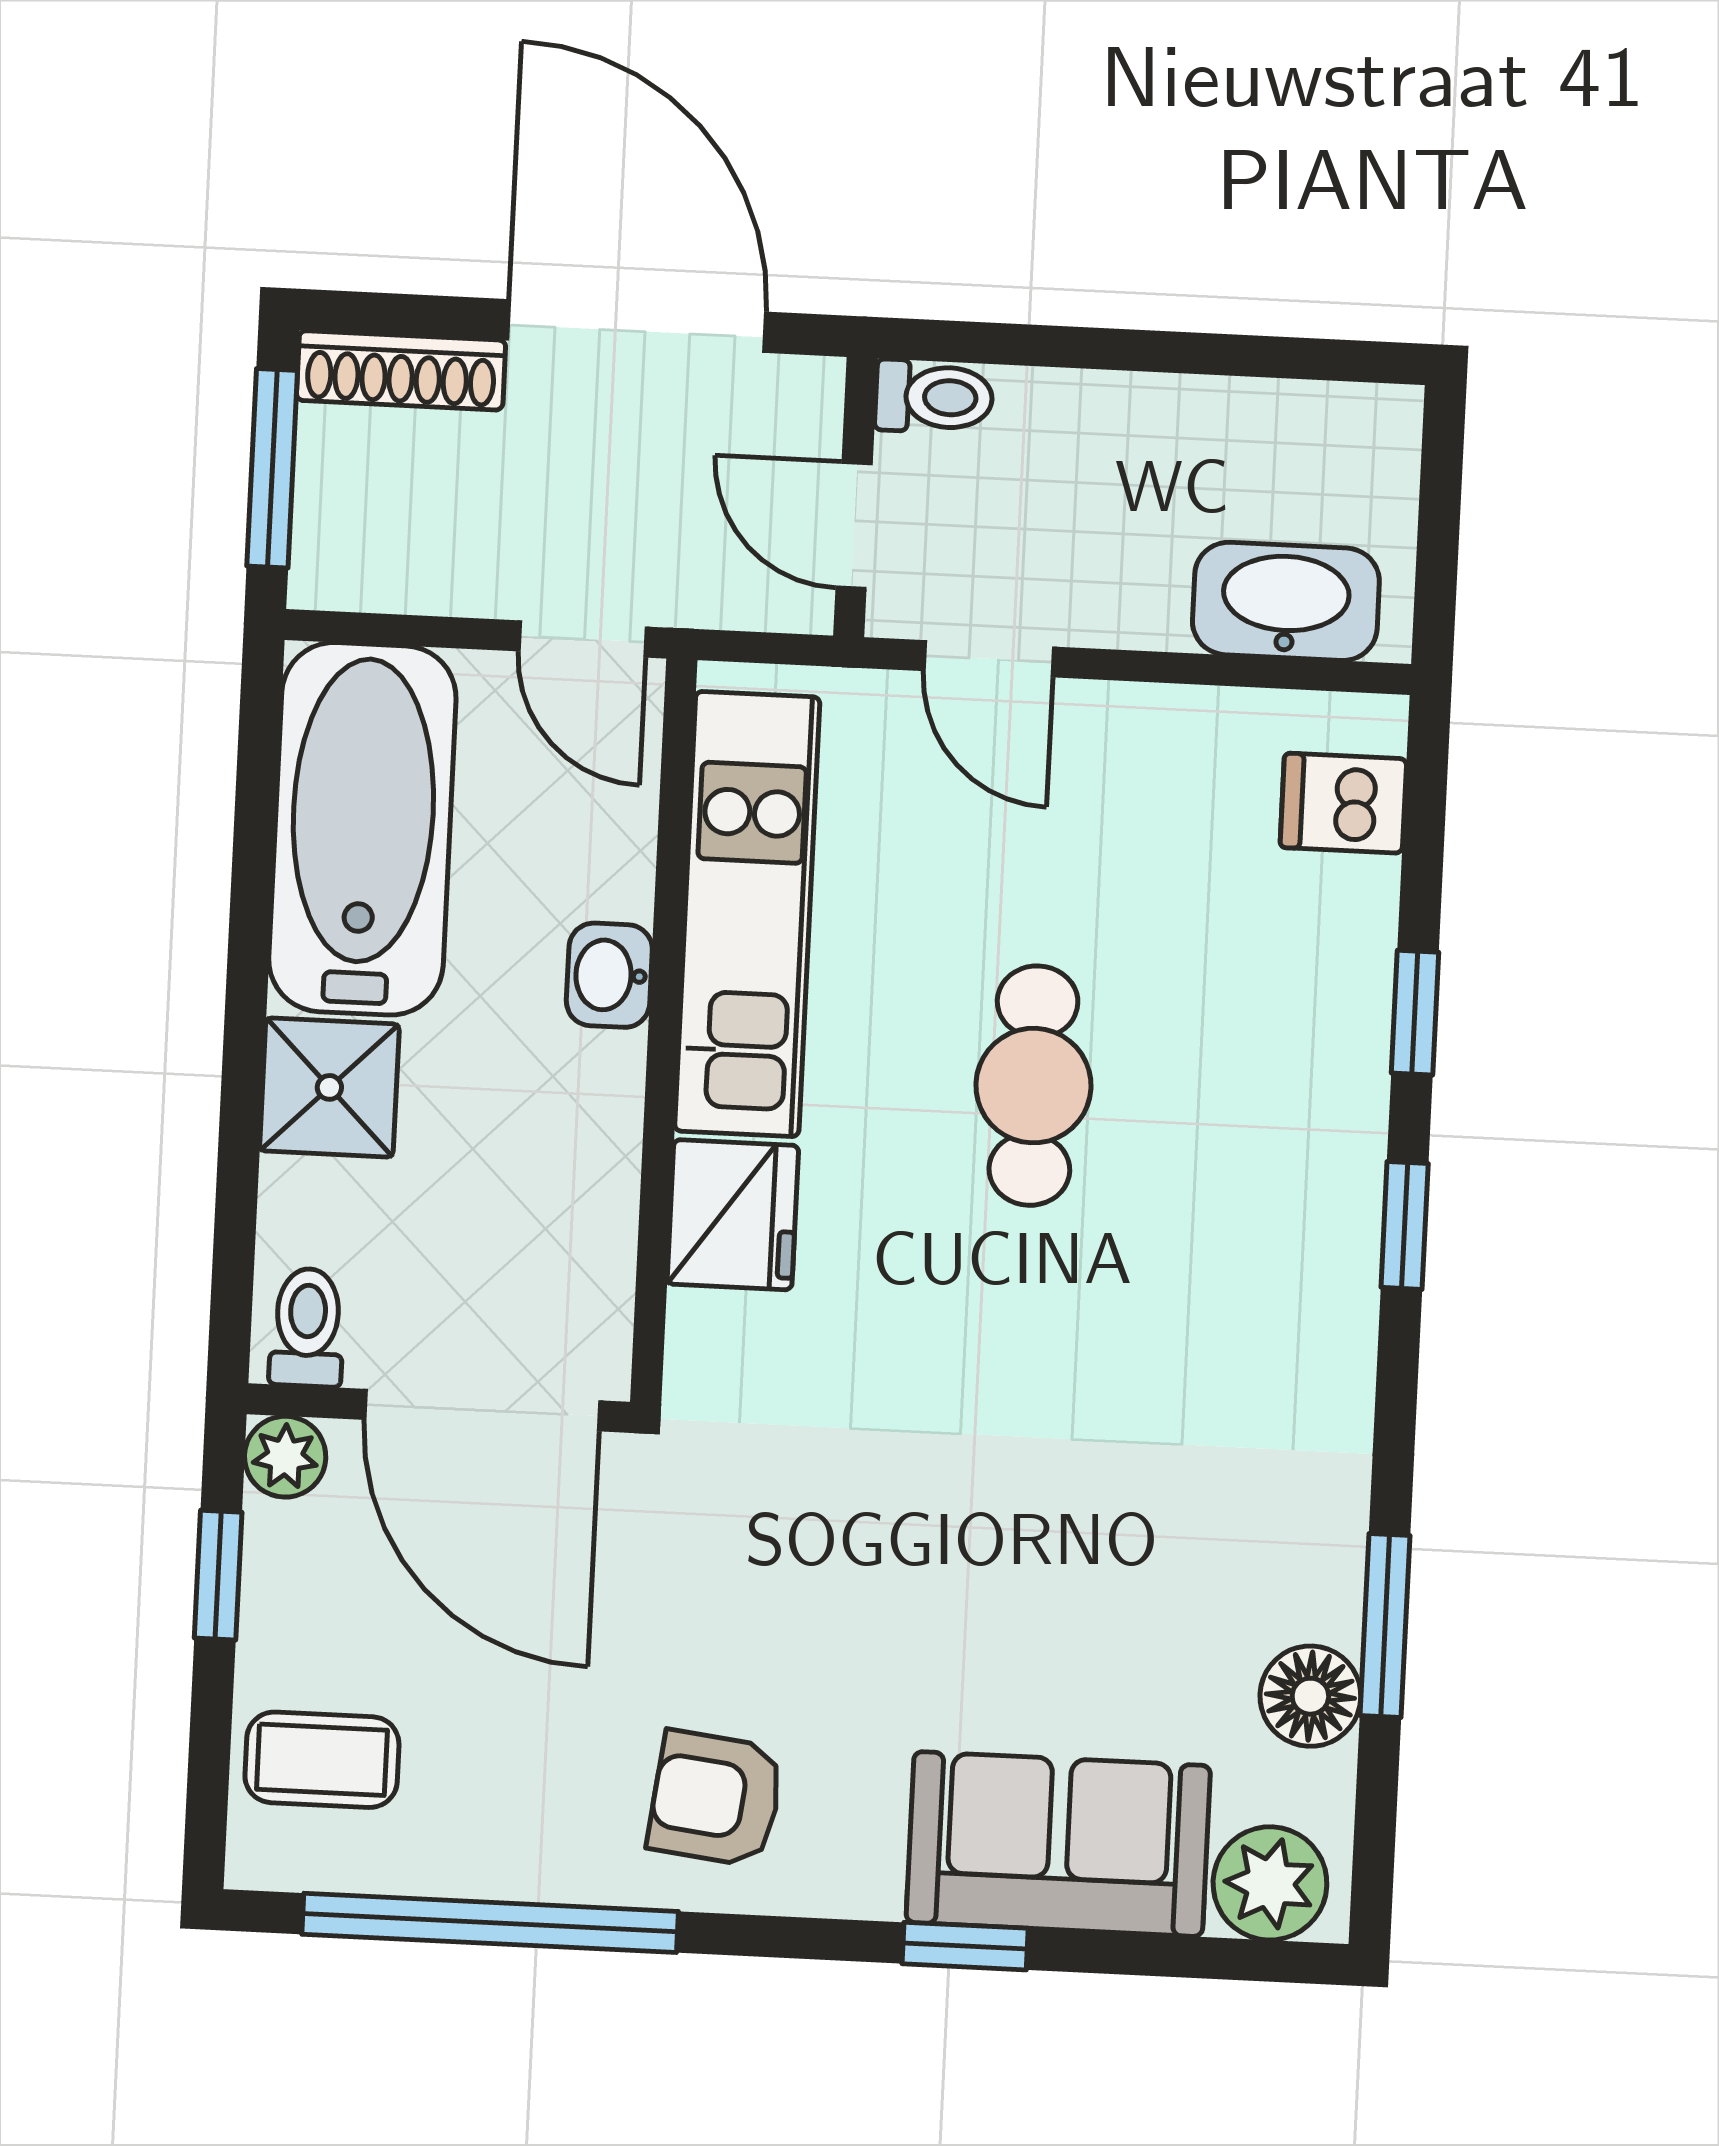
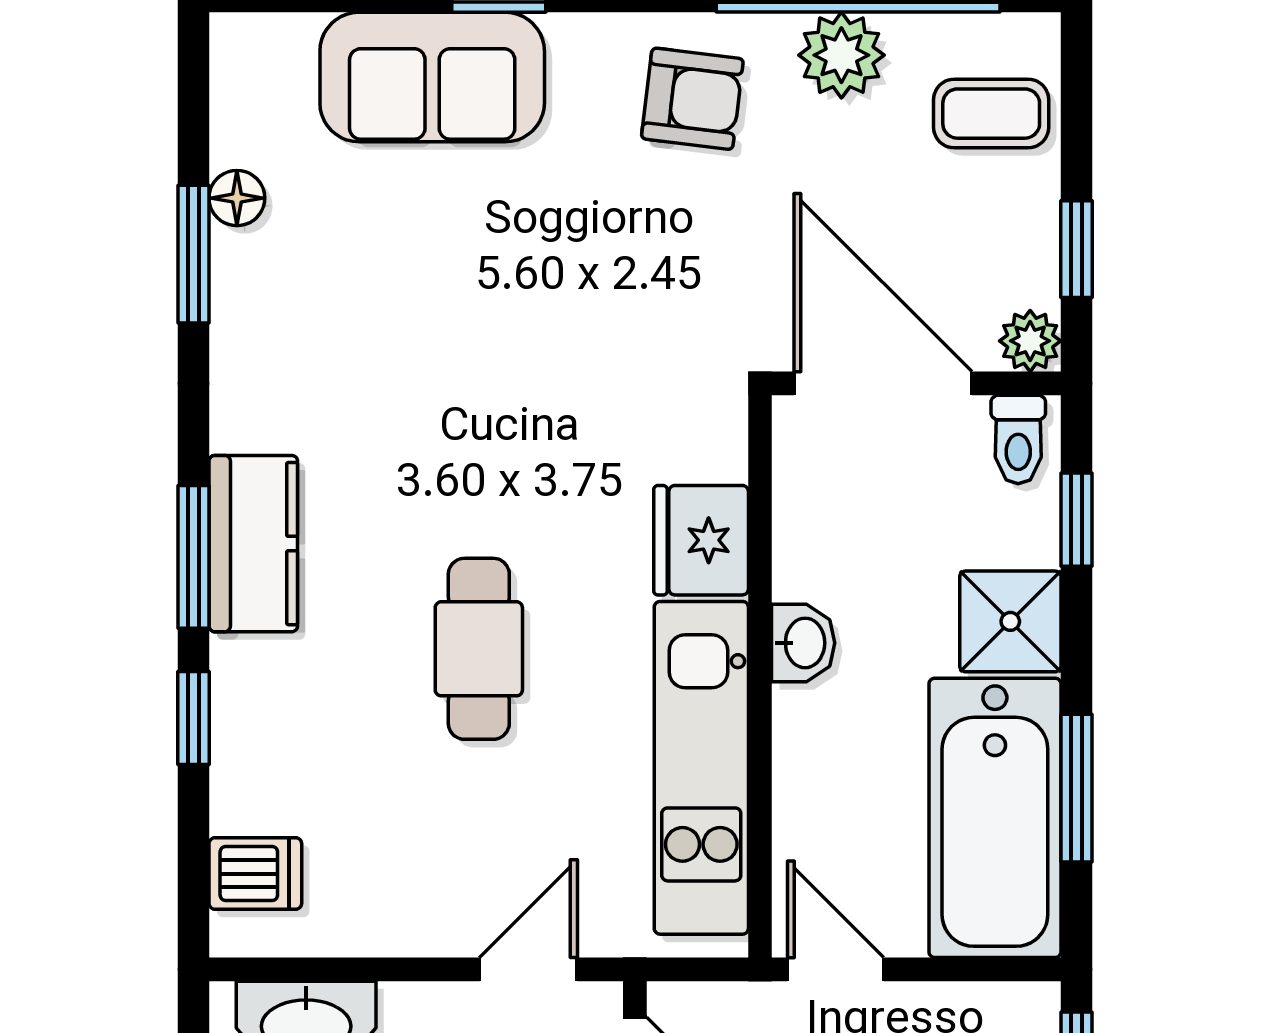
door: (989, 659) -> (528, 969), hinge flipped
window: (253, 863) -> (1076, 788), added
washbasin: (609, 975) -> (803, 643), moved
window: (236, 1218) -> (1076, 520), added
window: (1405, 1225) -> (194, 557), width x1.50
kitchen counter: (1325, 1239) -> (253, 544), added
floor lamp: (1310, 1696) -> (237, 198), width x0.73, depth x0.73
plant: (1270, 1883) -> (841, 55), moved

